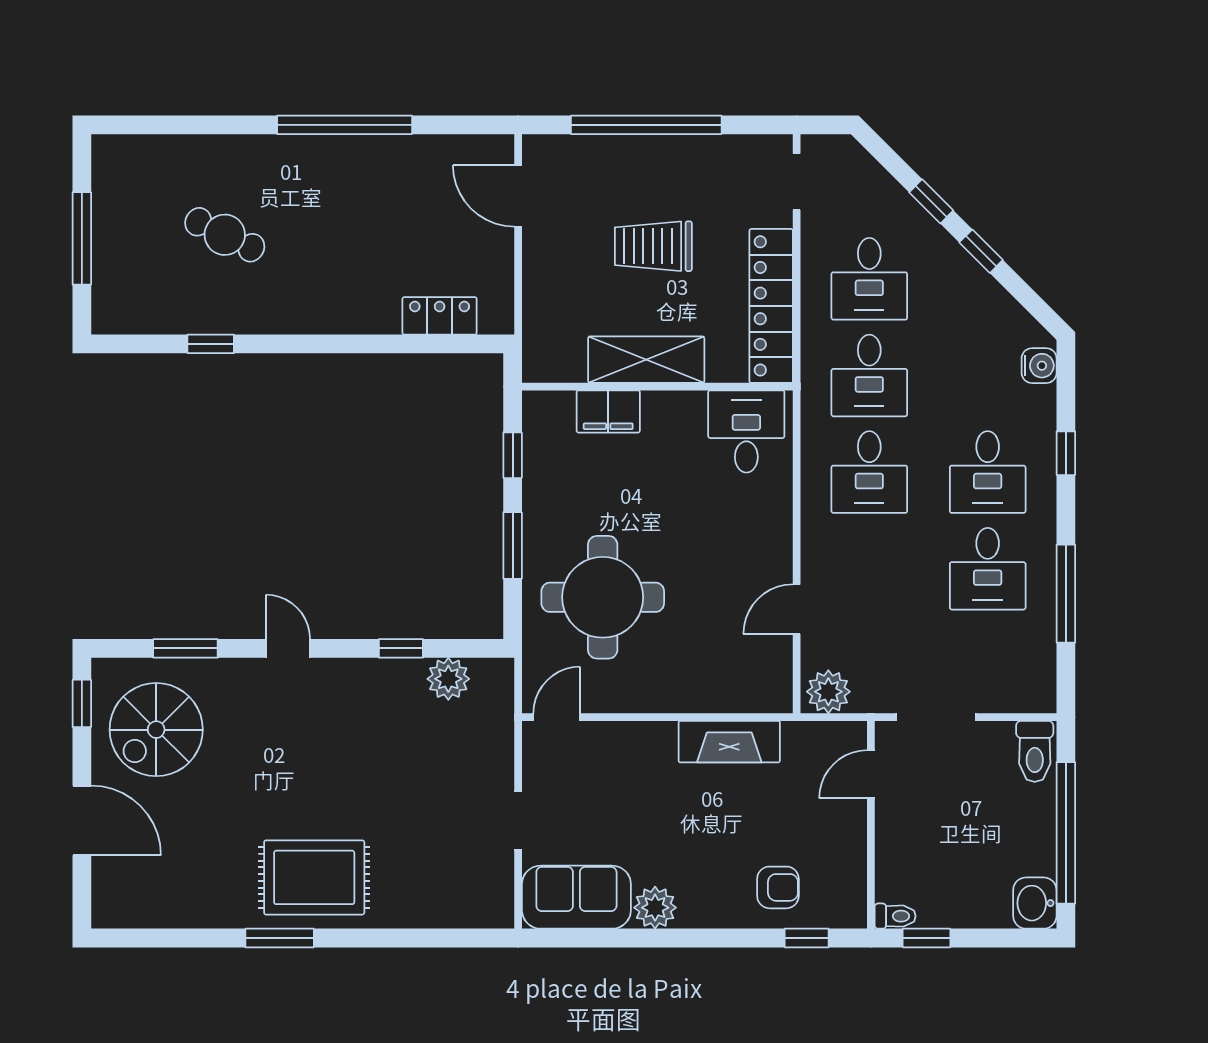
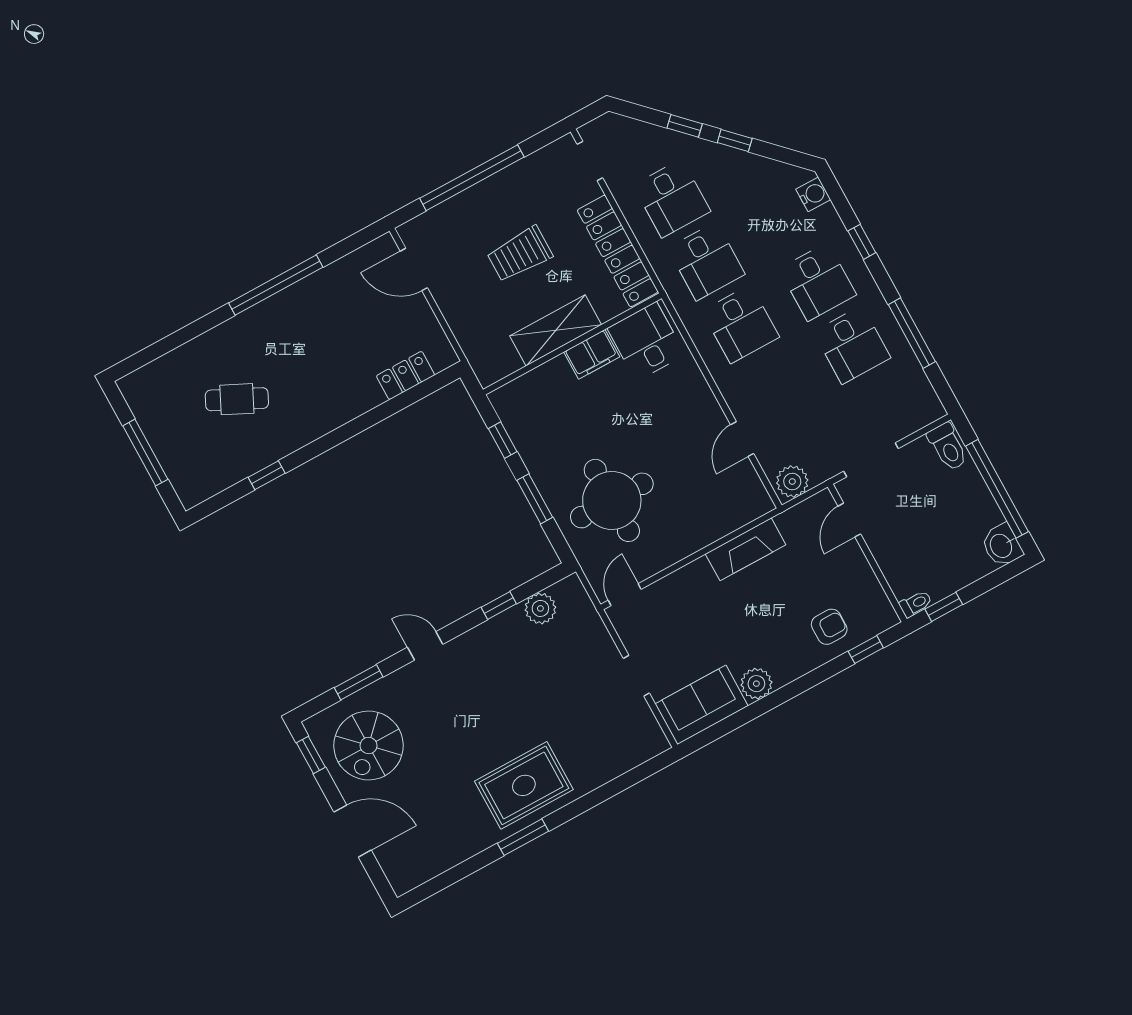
filing cabinet: (608, 411) -> (592, 354), moved

